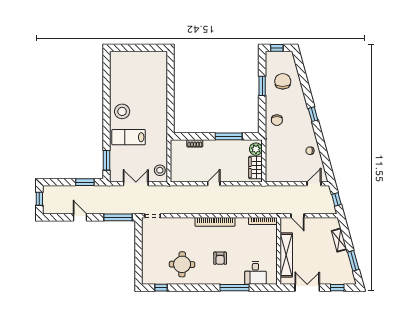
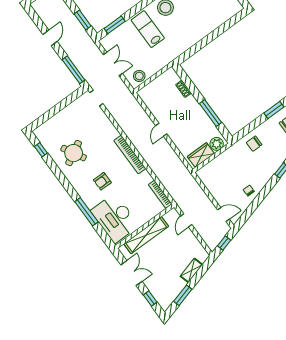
door: (214, 184) -> (161, 130), swing flipped
round table: (182, 264) -> (74, 153), turned -30
desk: (255, 273) -> (115, 218), width x1.87, depth x1.30

